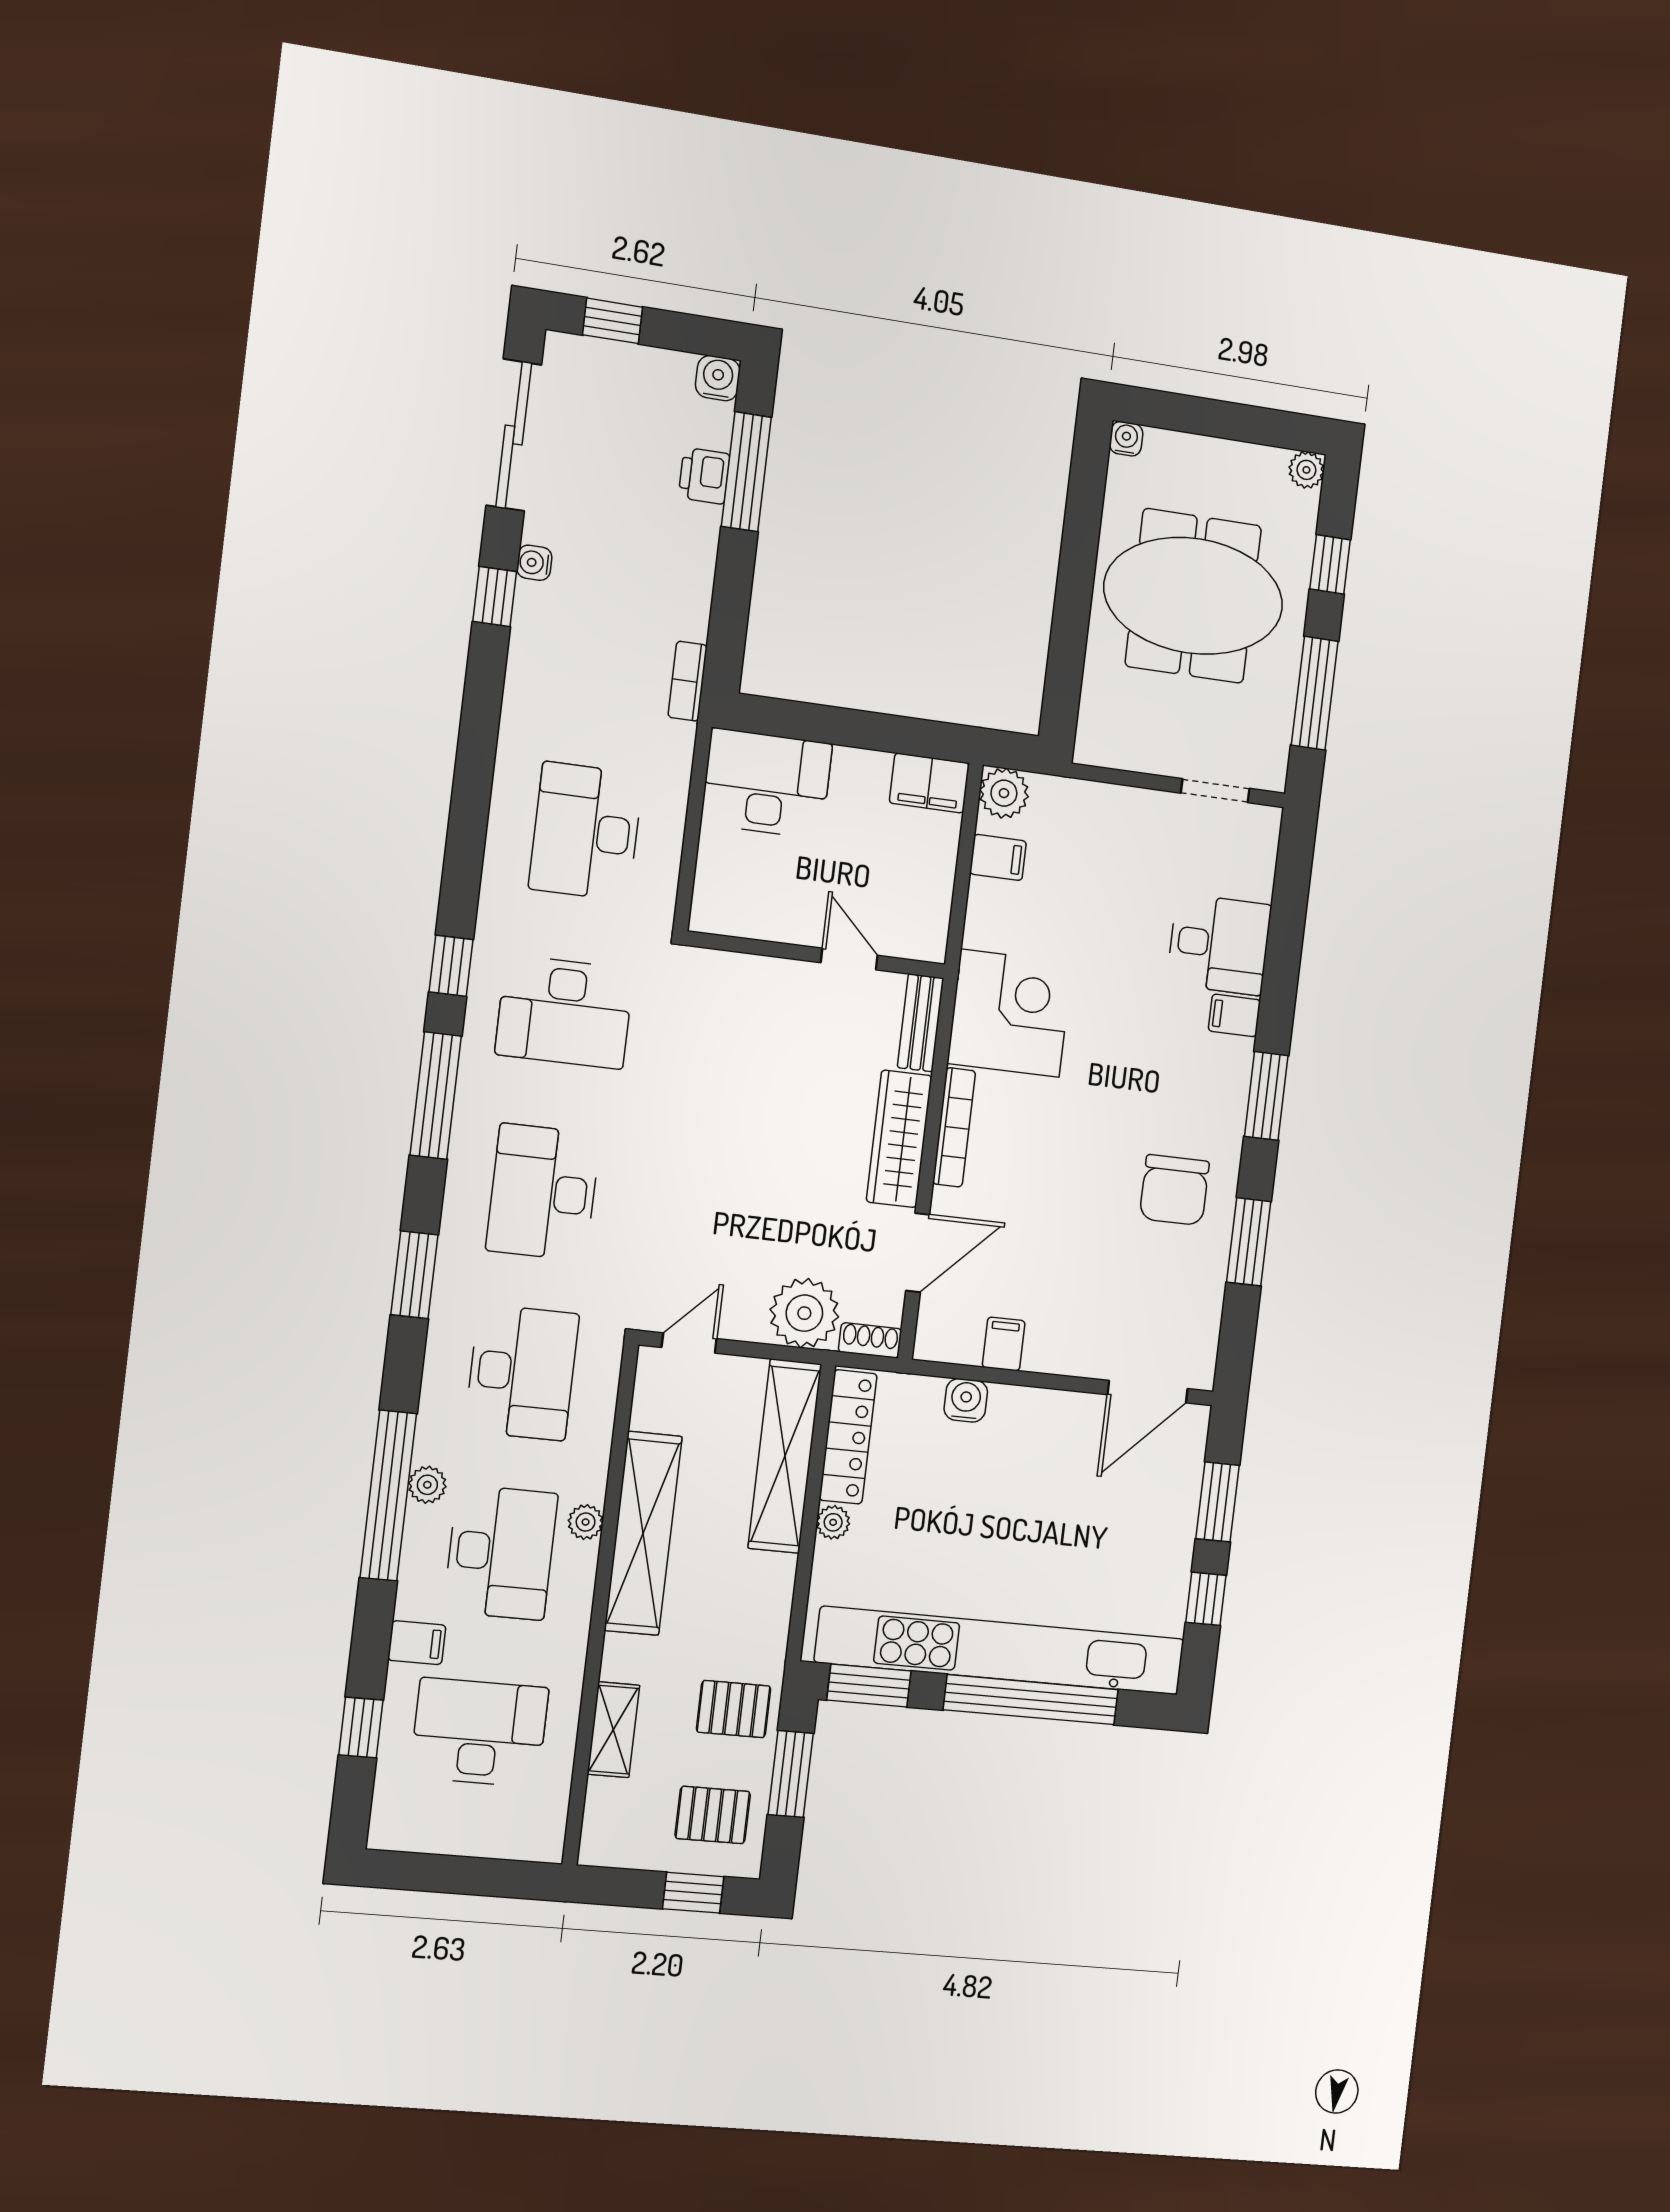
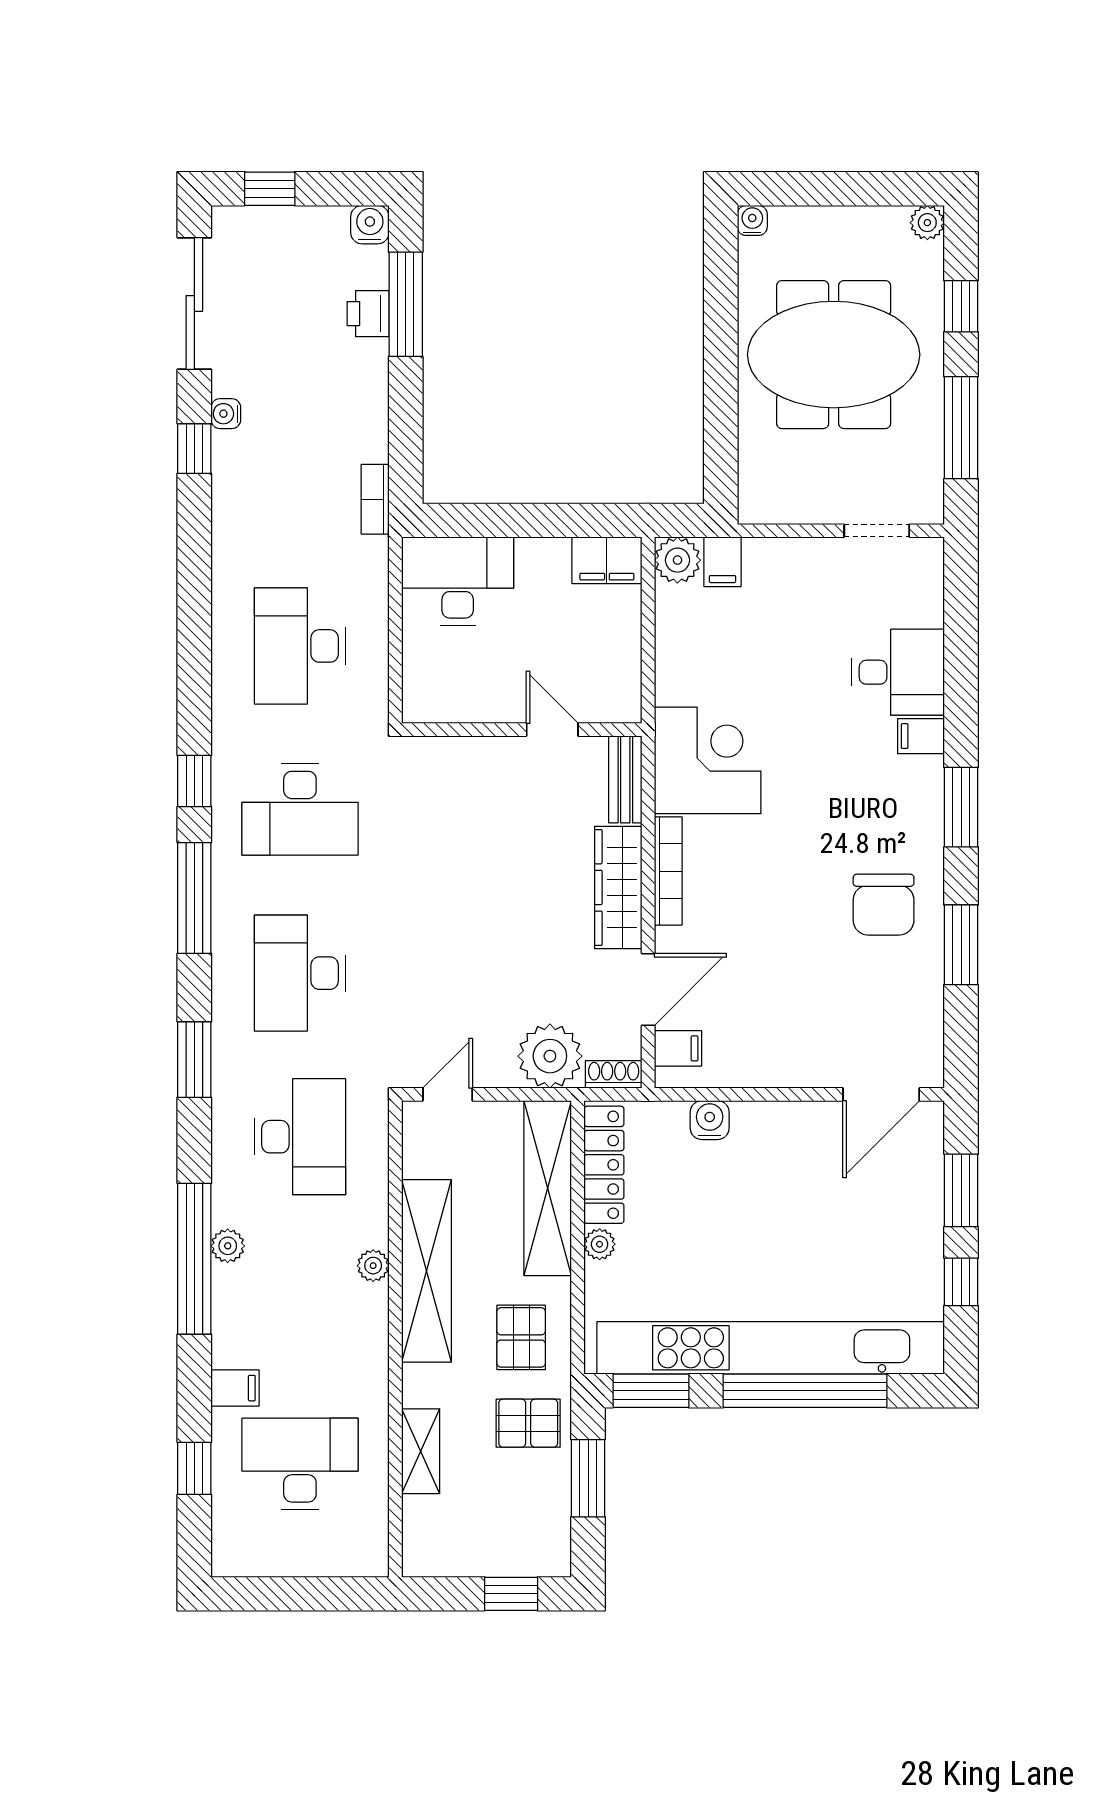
filing cabinet: (998, 857) -> (723, 562), moved, turned 90
filing cabinet: (1004, 1344) -> (678, 1048), moved, turned 90
desk: (501, 1552) -> (300, 1300), removed
pallet: (713, 1815) -> (521, 1337), moved, turned 90

